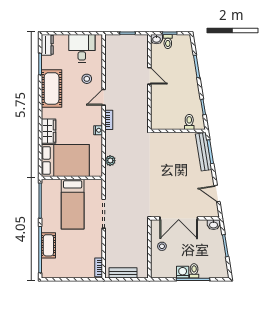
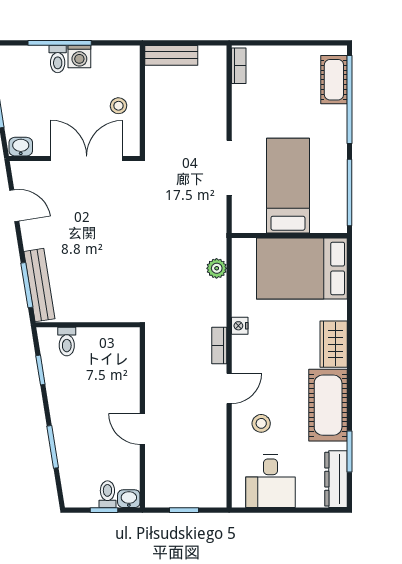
dresser: (47, 45) -> (336, 479), width x1.44
wardrobe: (49, 131) -> (334, 344), moved
cot: (48, 245) -> (334, 80), moved
bench: (123, 273) -> (171, 55), moved

